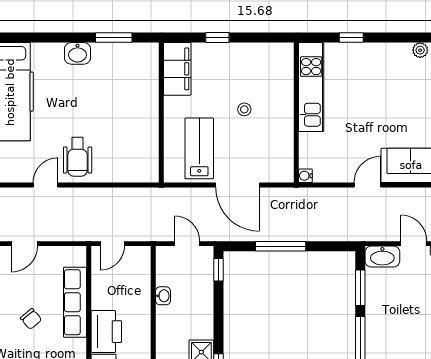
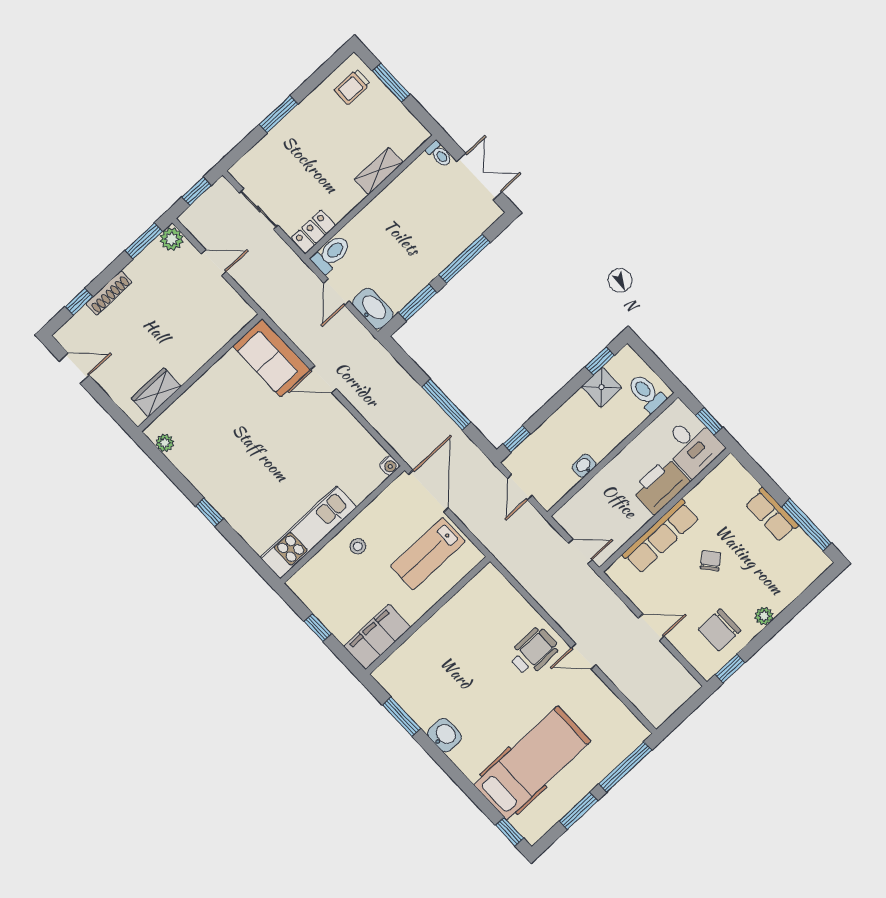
kitchen unit: (311, 87) -> (308, 532), moved
wall: (296, 113) -> (342, 524), moved
water cooler: (305, 176) -> (389, 465), moved

